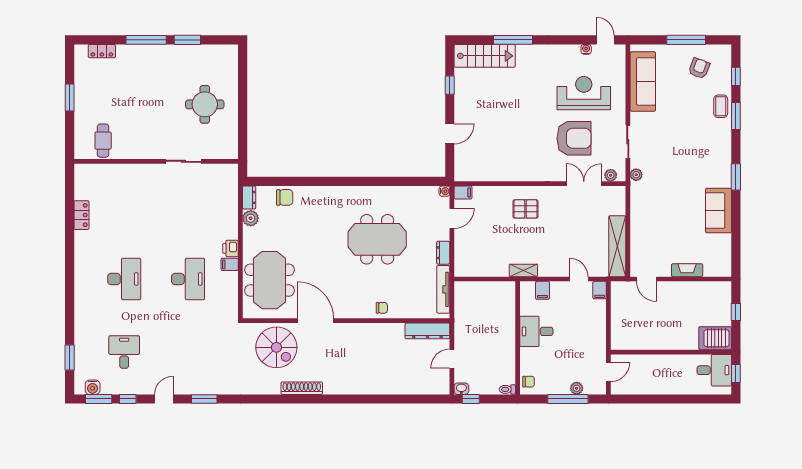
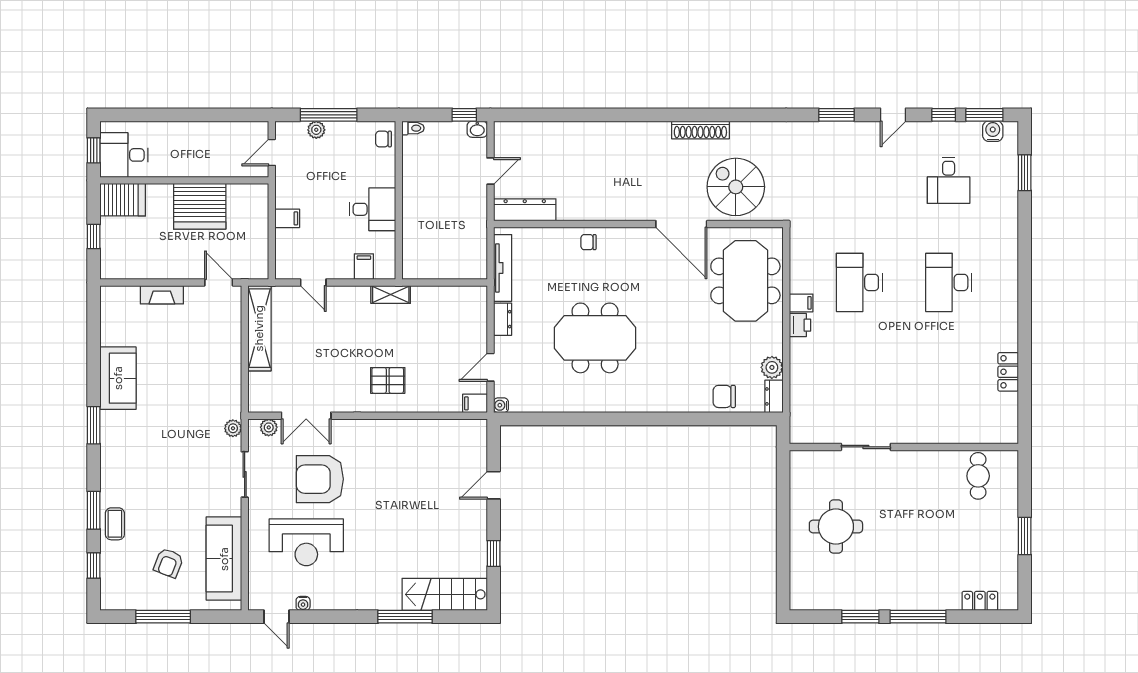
armchair: (699, 68) -> (168, 563), moved
filing cabinet: (600, 290) -> (287, 218), moved, turned 90
server rack: (660, 333) -> (200, 206), added

